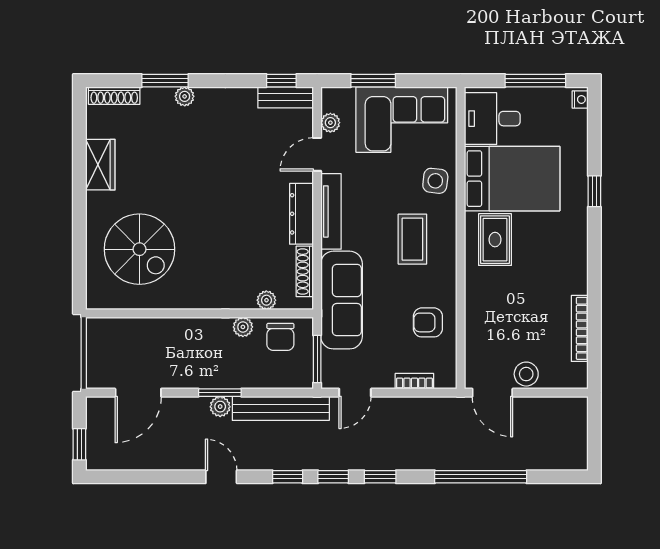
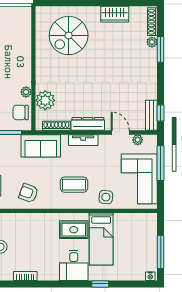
window: (373, 81) -> (161, 163), width x1.44
plant: (185, 96) -> (152, 42), moved
desk: (492, 119) -> (74, 265), moved, turned 180
bed: (512, 179) -> (101, 239), width x0.67
tv unit: (331, 211) -> (83, 140), width x0.71
plant: (266, 300) -> (45, 100), width x1.88, depth x1.88
sofa: (342, 300) -> (41, 146), width x0.73
armchair: (428, 322) -> (29, 193), turned -70
bookcase: (580, 328) -> (25, 276), width x0.64

